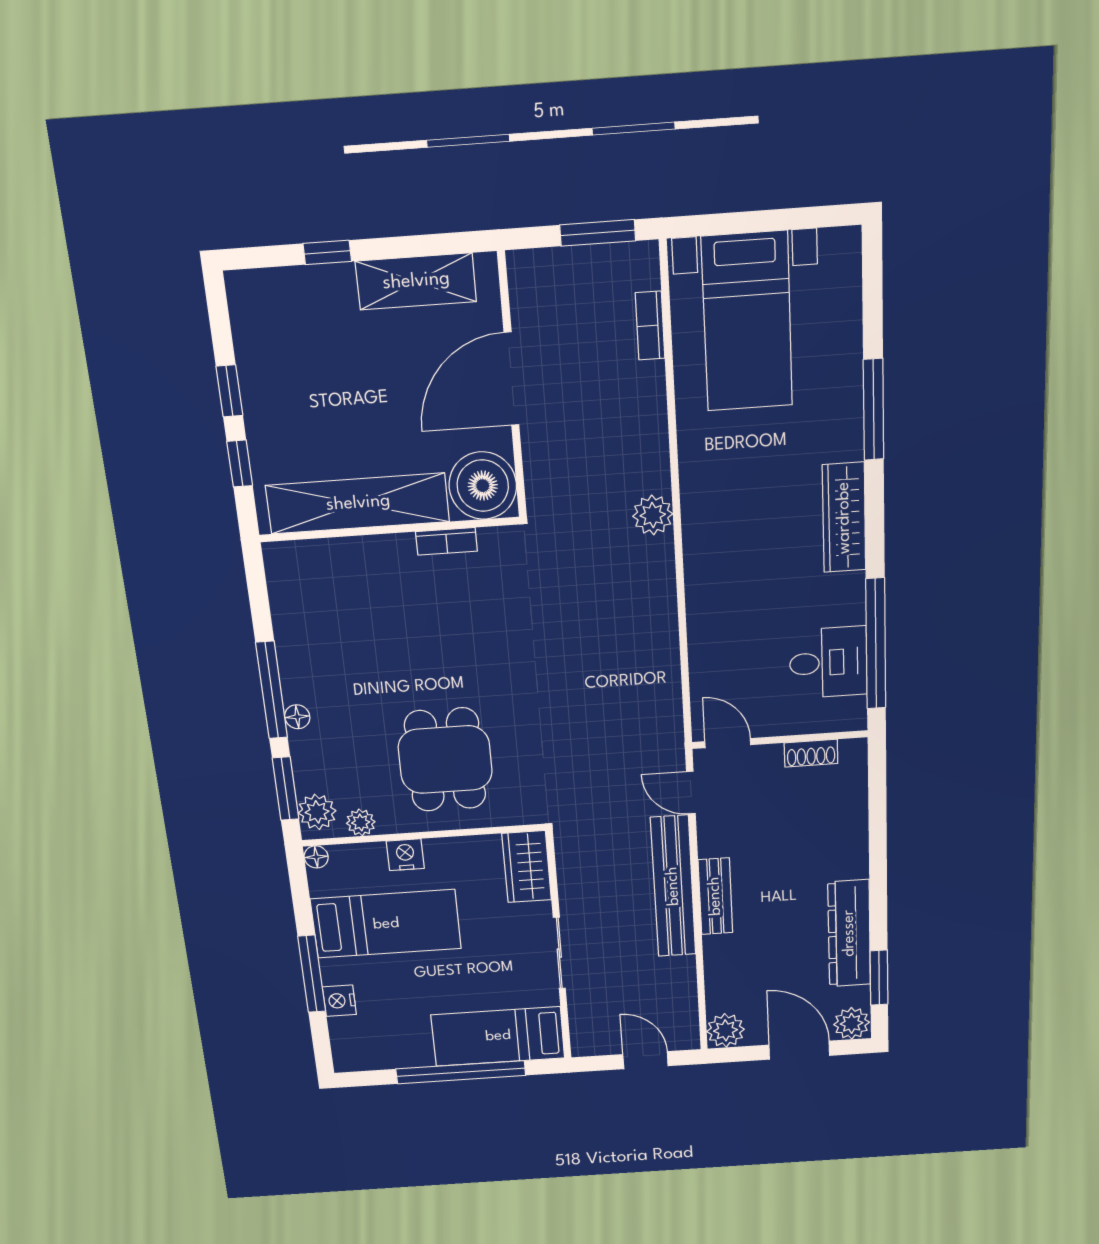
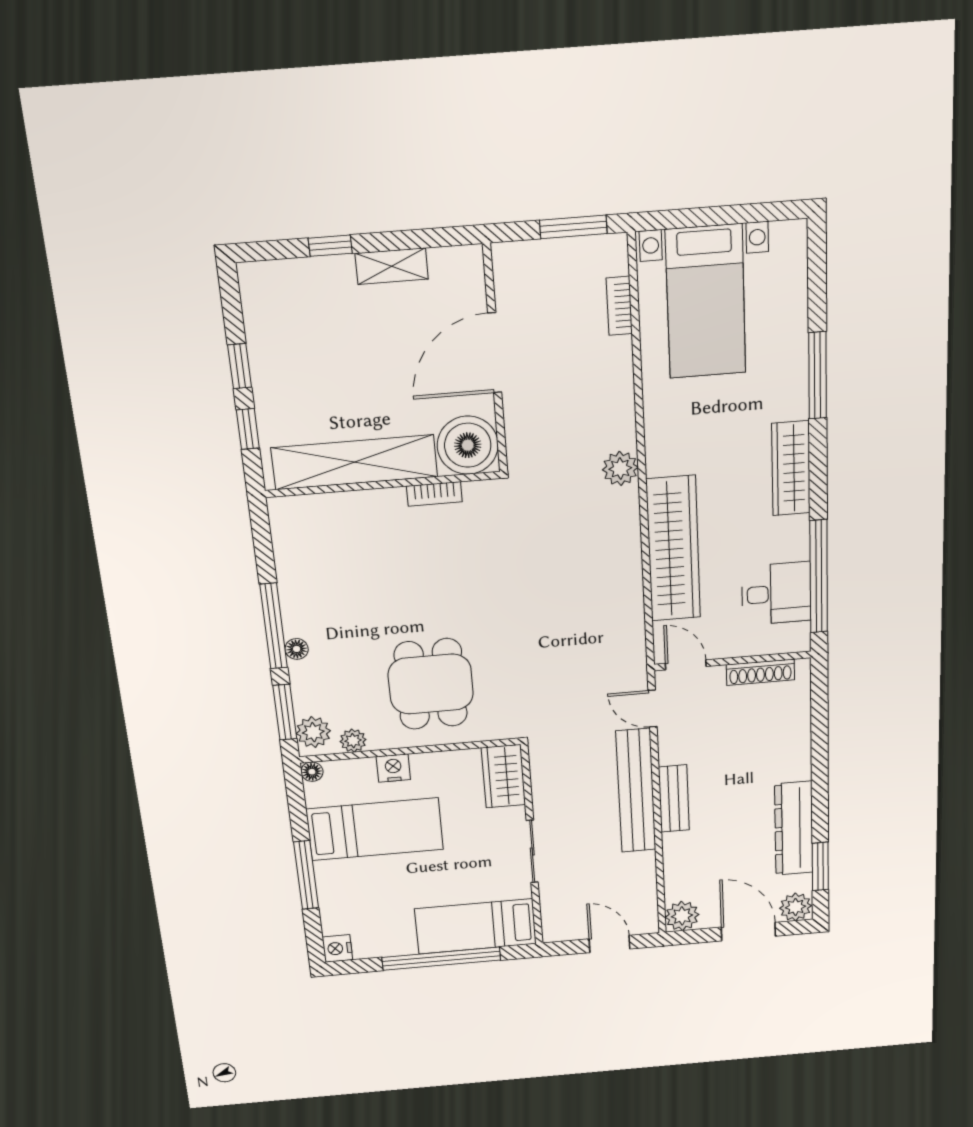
shelving: (416, 281) -> (392, 266), width x0.67, depth x0.75
wardrobe: (713, 609) -> (673, 549), added
shoe rack: (811, 753) -> (760, 672), width x1.43
nightstand: (339, 1001) -> (337, 948), moved

